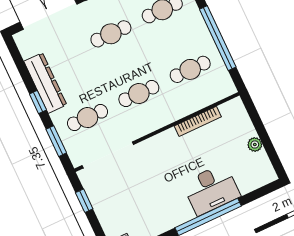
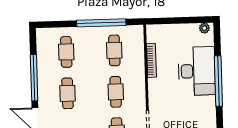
plant: (255, 144) -> (204, 28), moved
desk: (211, 189) -> (197, 71), width x1.36, depth x1.30

